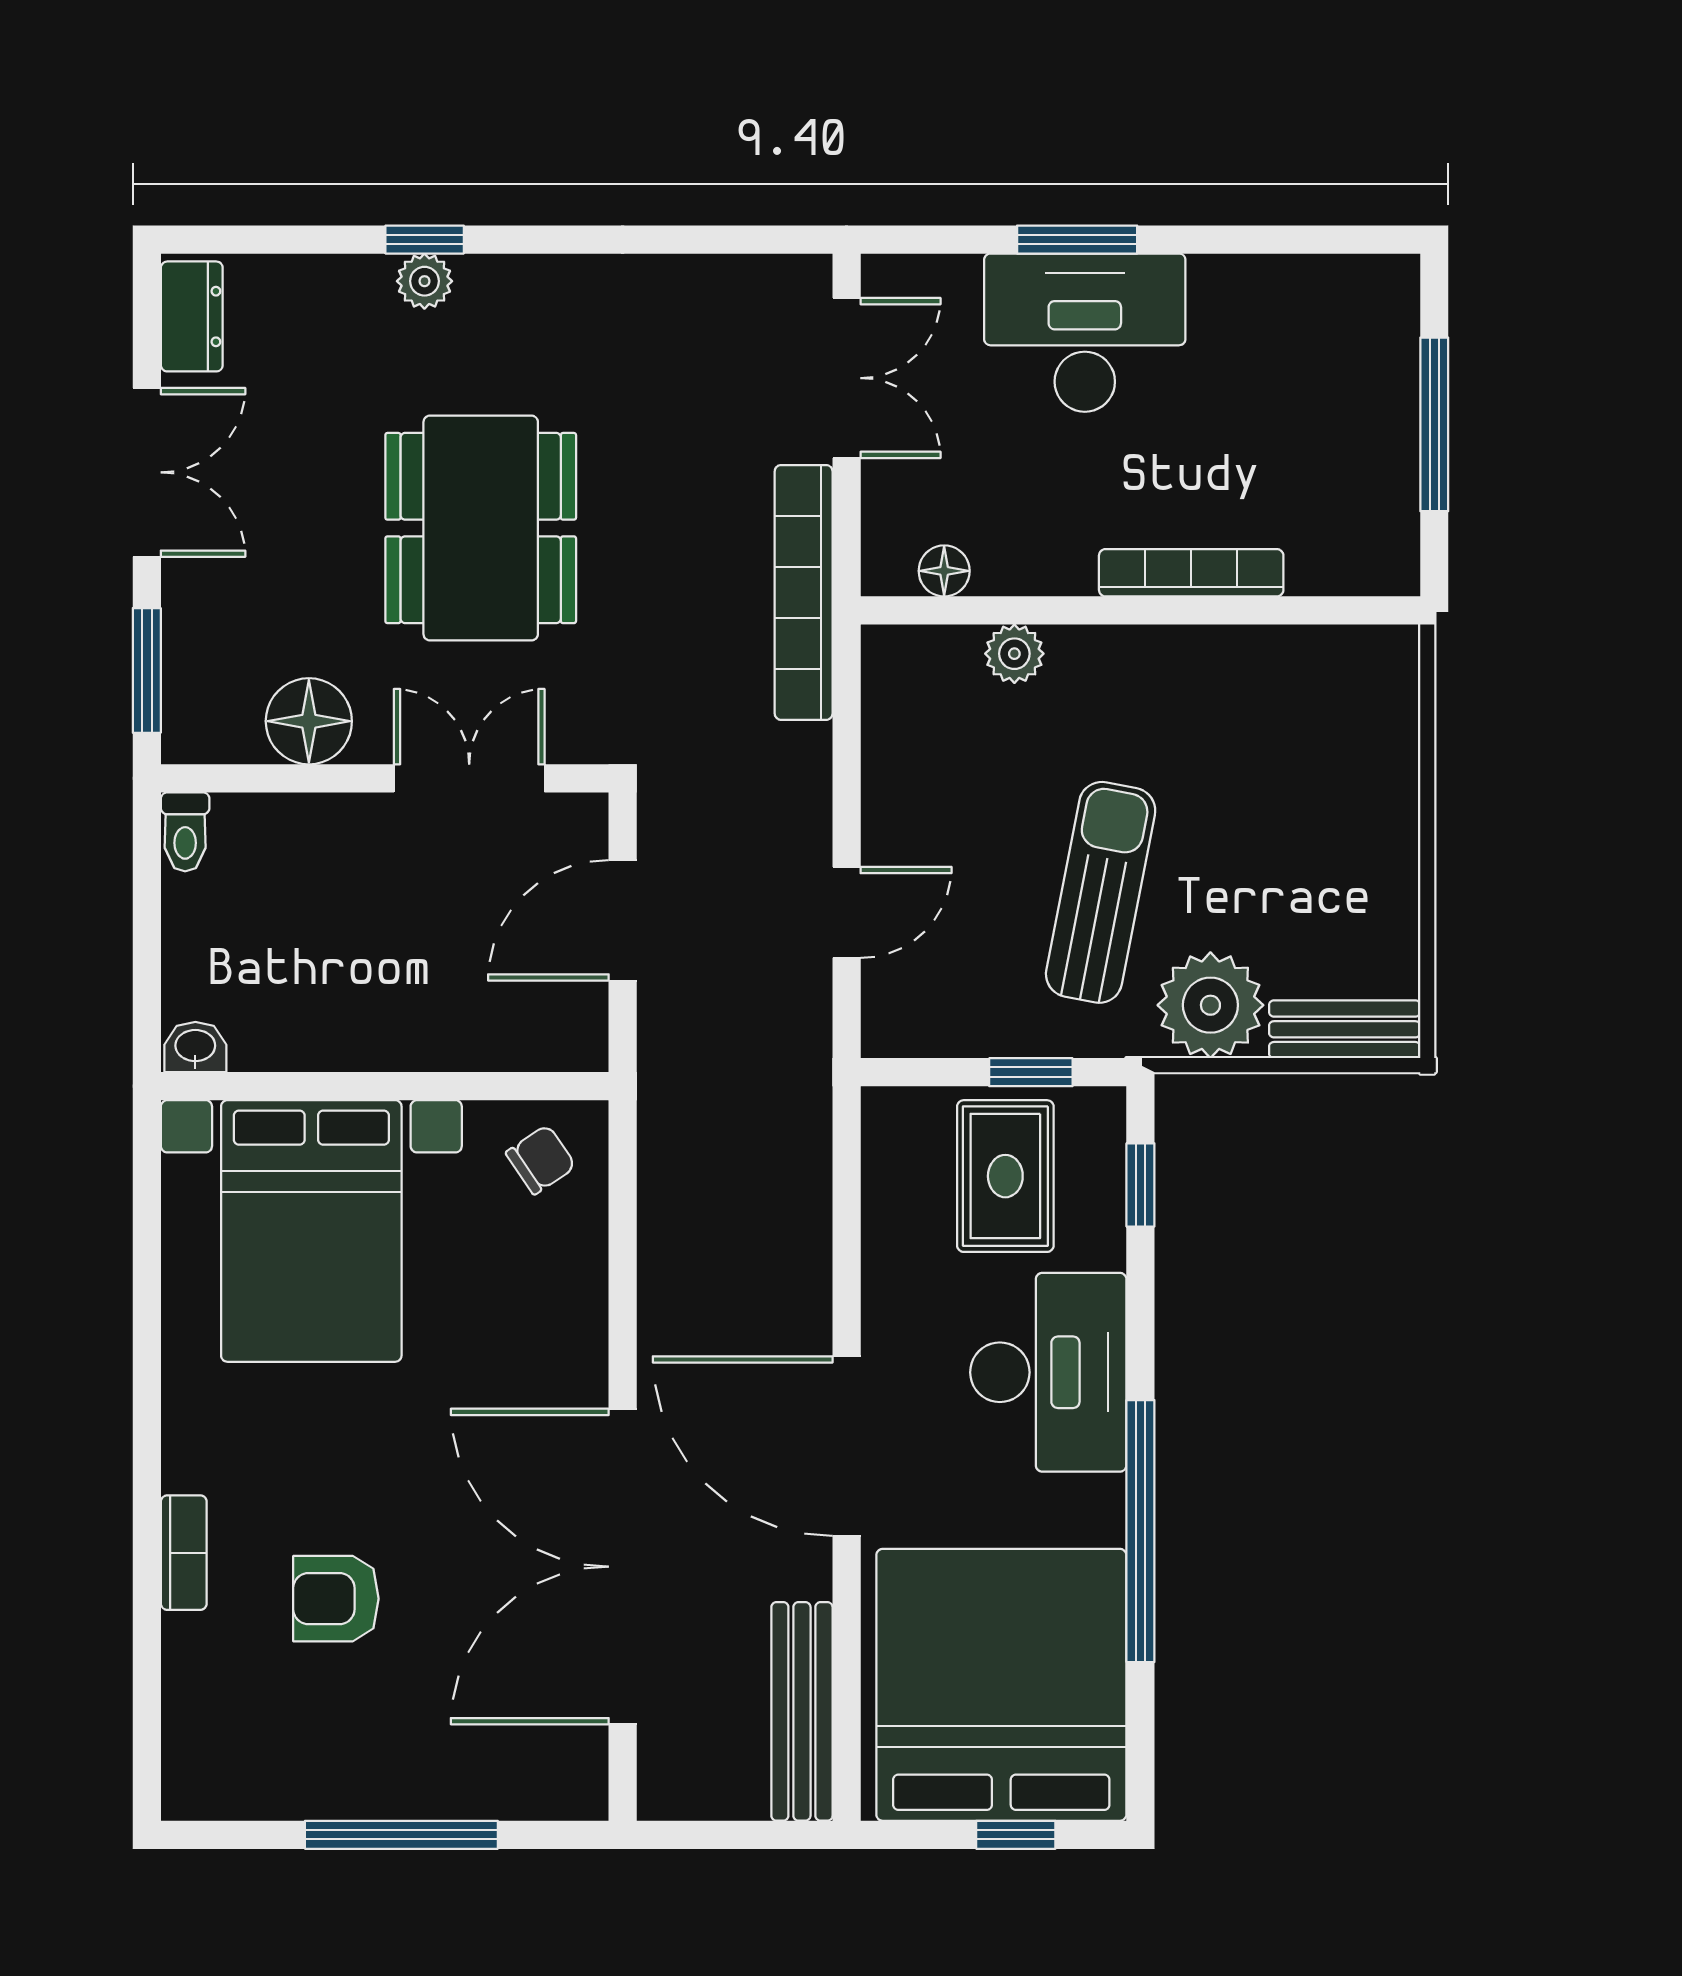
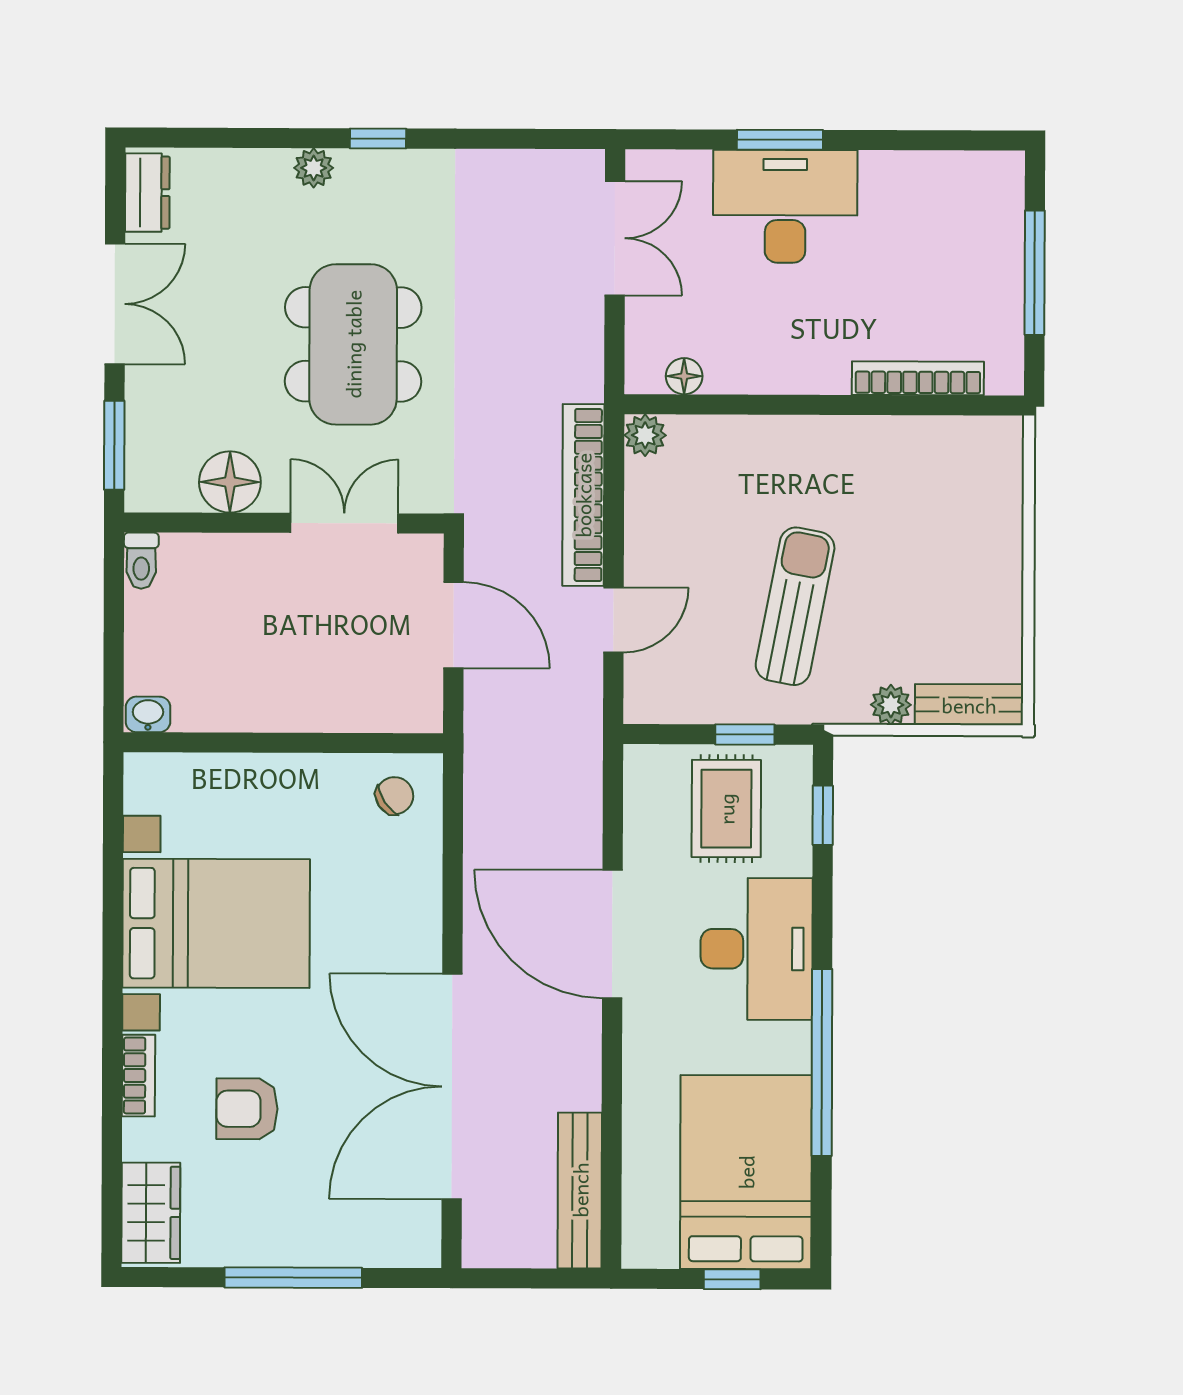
window: (425, 240) -> (378, 138), moved
bookcase: (1191, 573) -> (918, 378), moved
bookcase: (804, 592) -> (583, 495), moved
plant: (1014, 654) -> (645, 435), moved
door: (623, 920) -> (454, 625), swing flipped
plant: (1210, 1005) -> (891, 705), width x0.53, depth x0.53
bed with nightstands: (311, 1231) -> (216, 923), moved, turned -90
door: (847, 1446) -> (612, 934), moved
bed: (1001, 1685) -> (746, 1172), width x0.73
wardrobe: (202, 1745) -> (151, 1213), added

